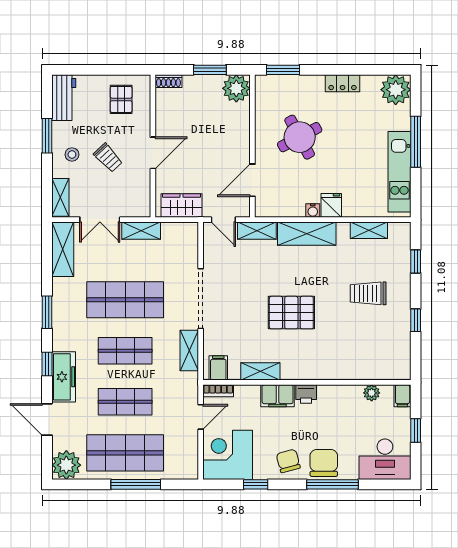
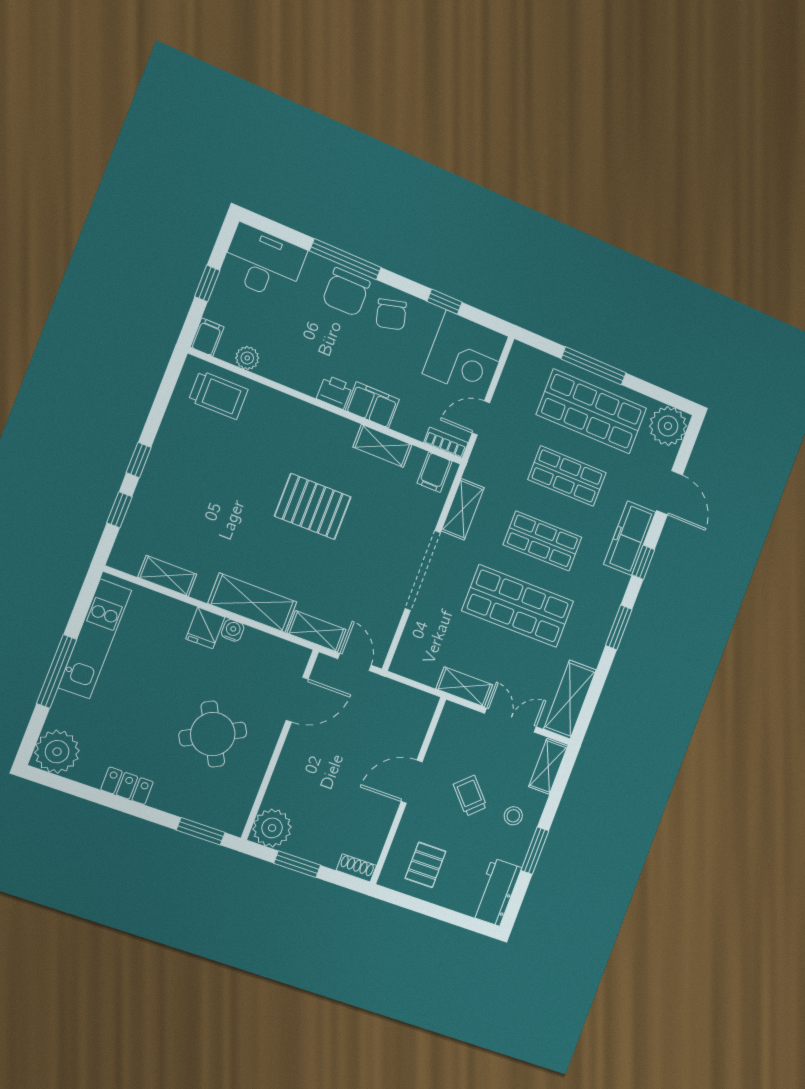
wardrobe: (182, 206) -> (401, 700), removed
trolley: (368, 293) -> (218, 395), moved
window: (416, 320) -> (139, 460), moved

